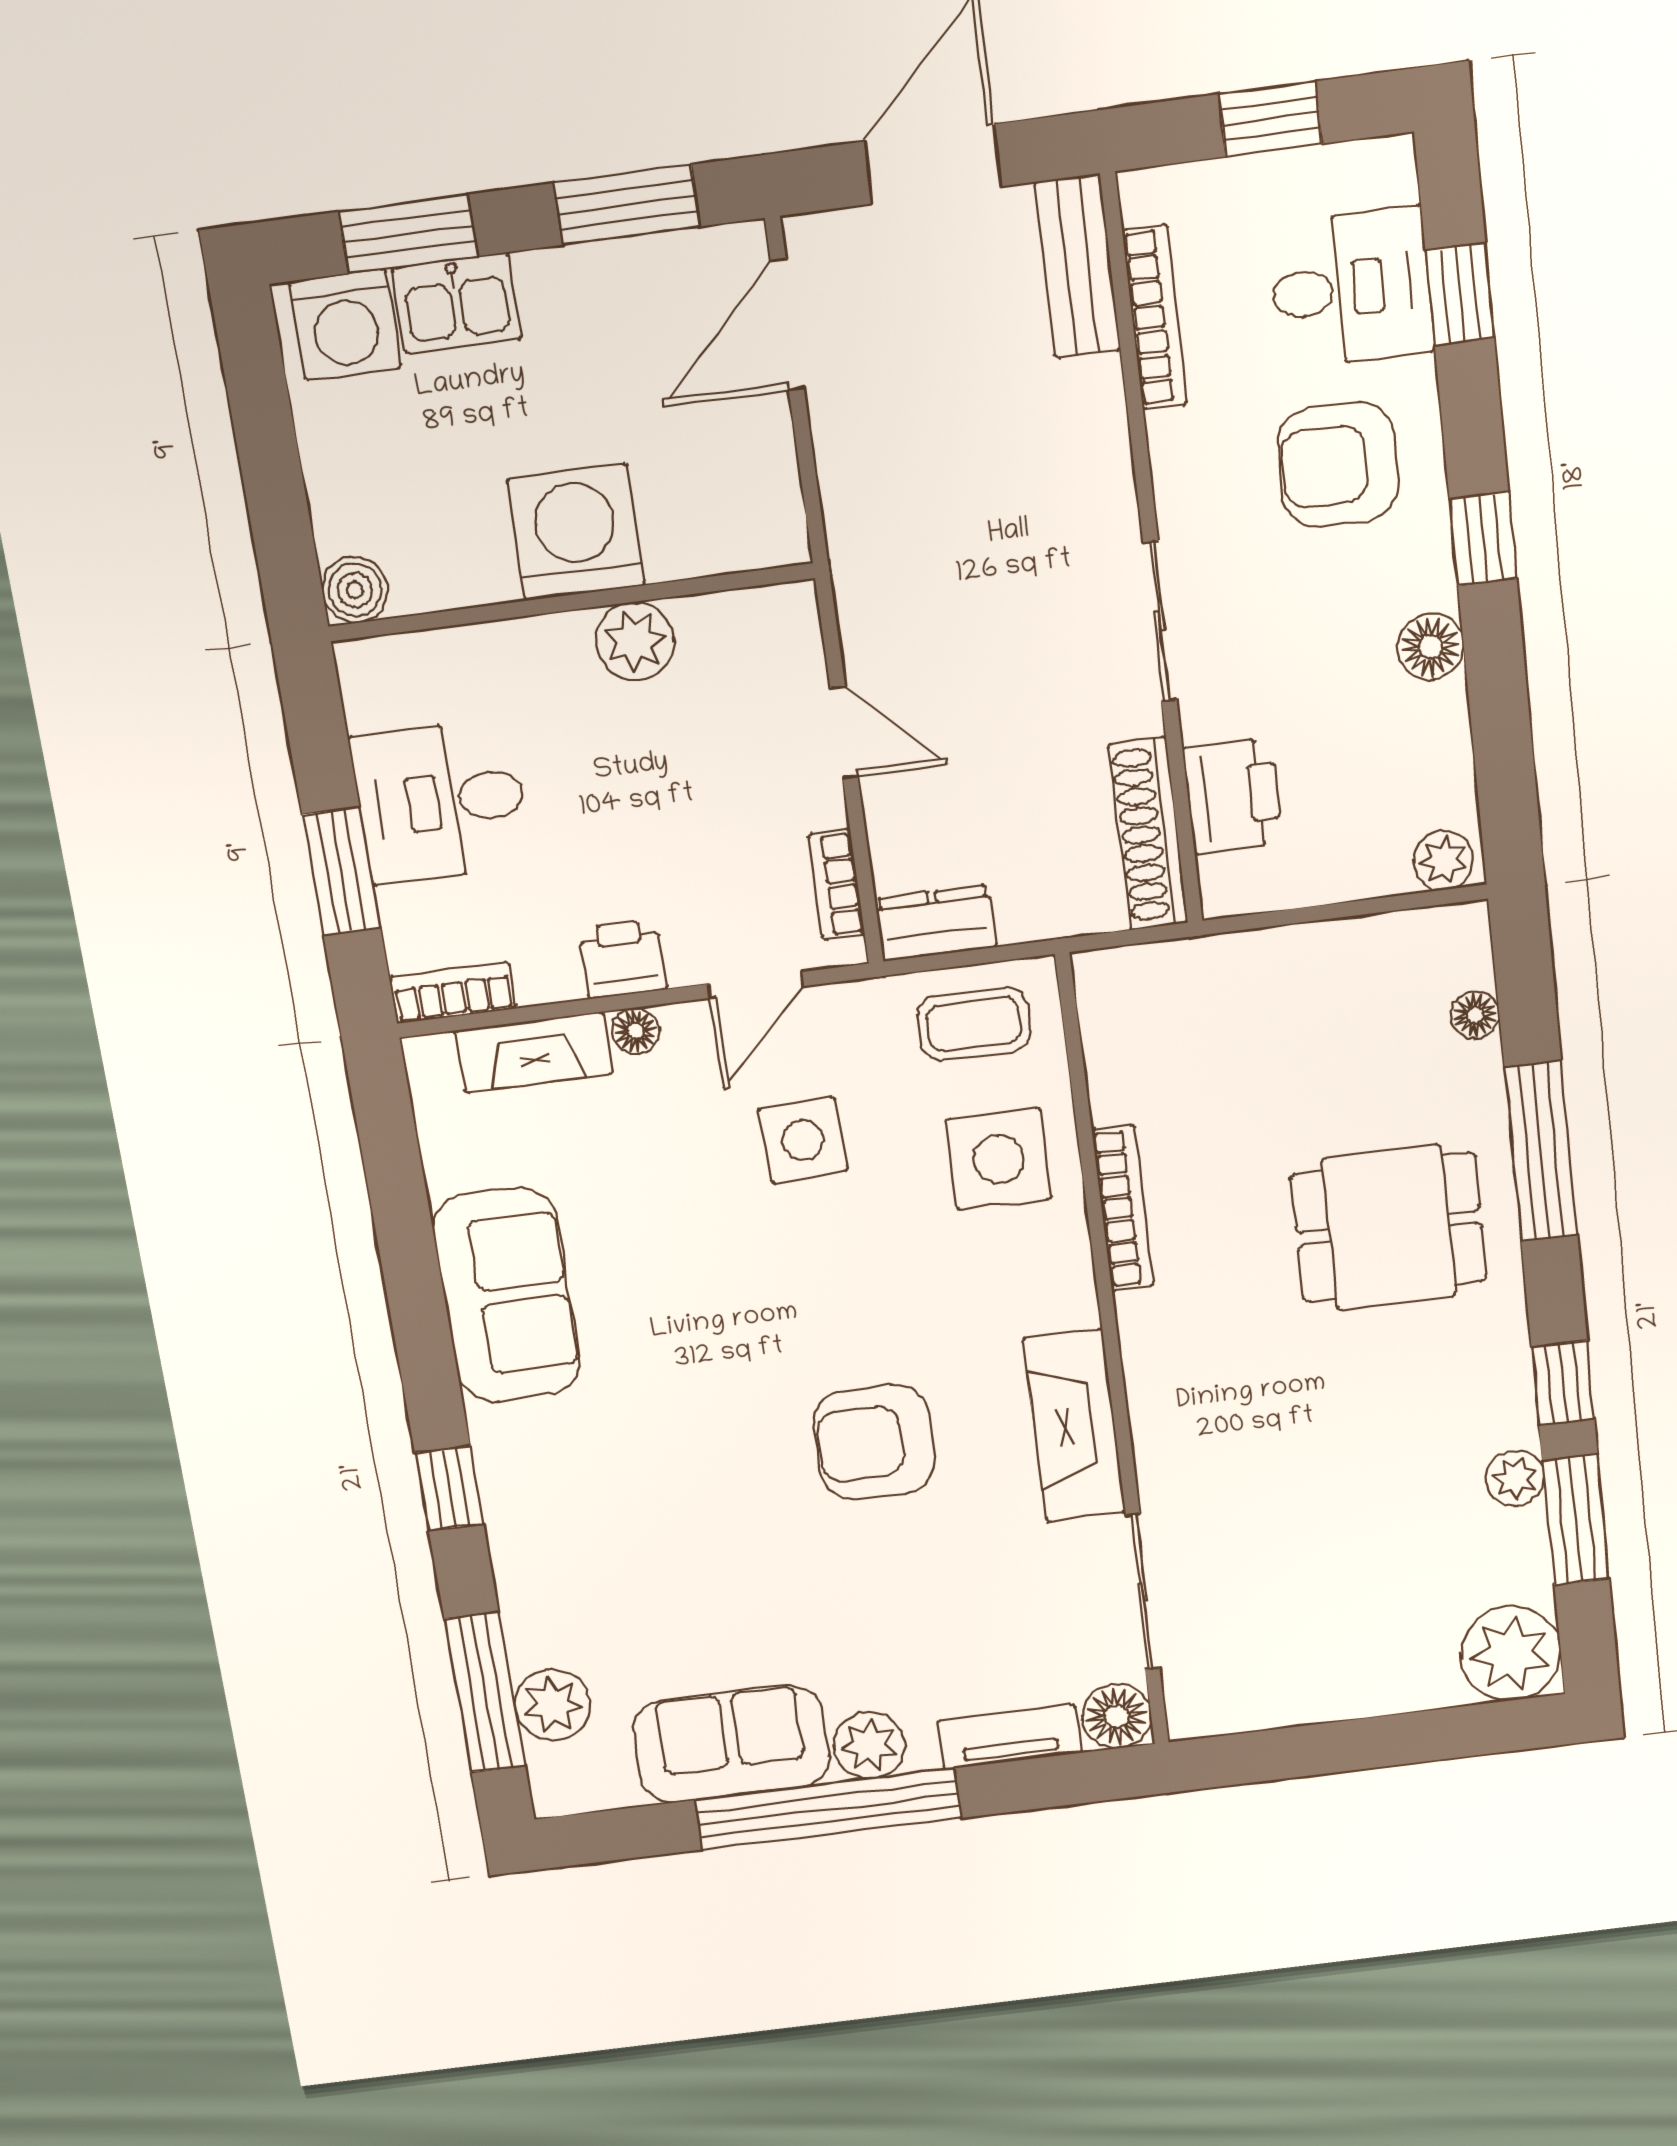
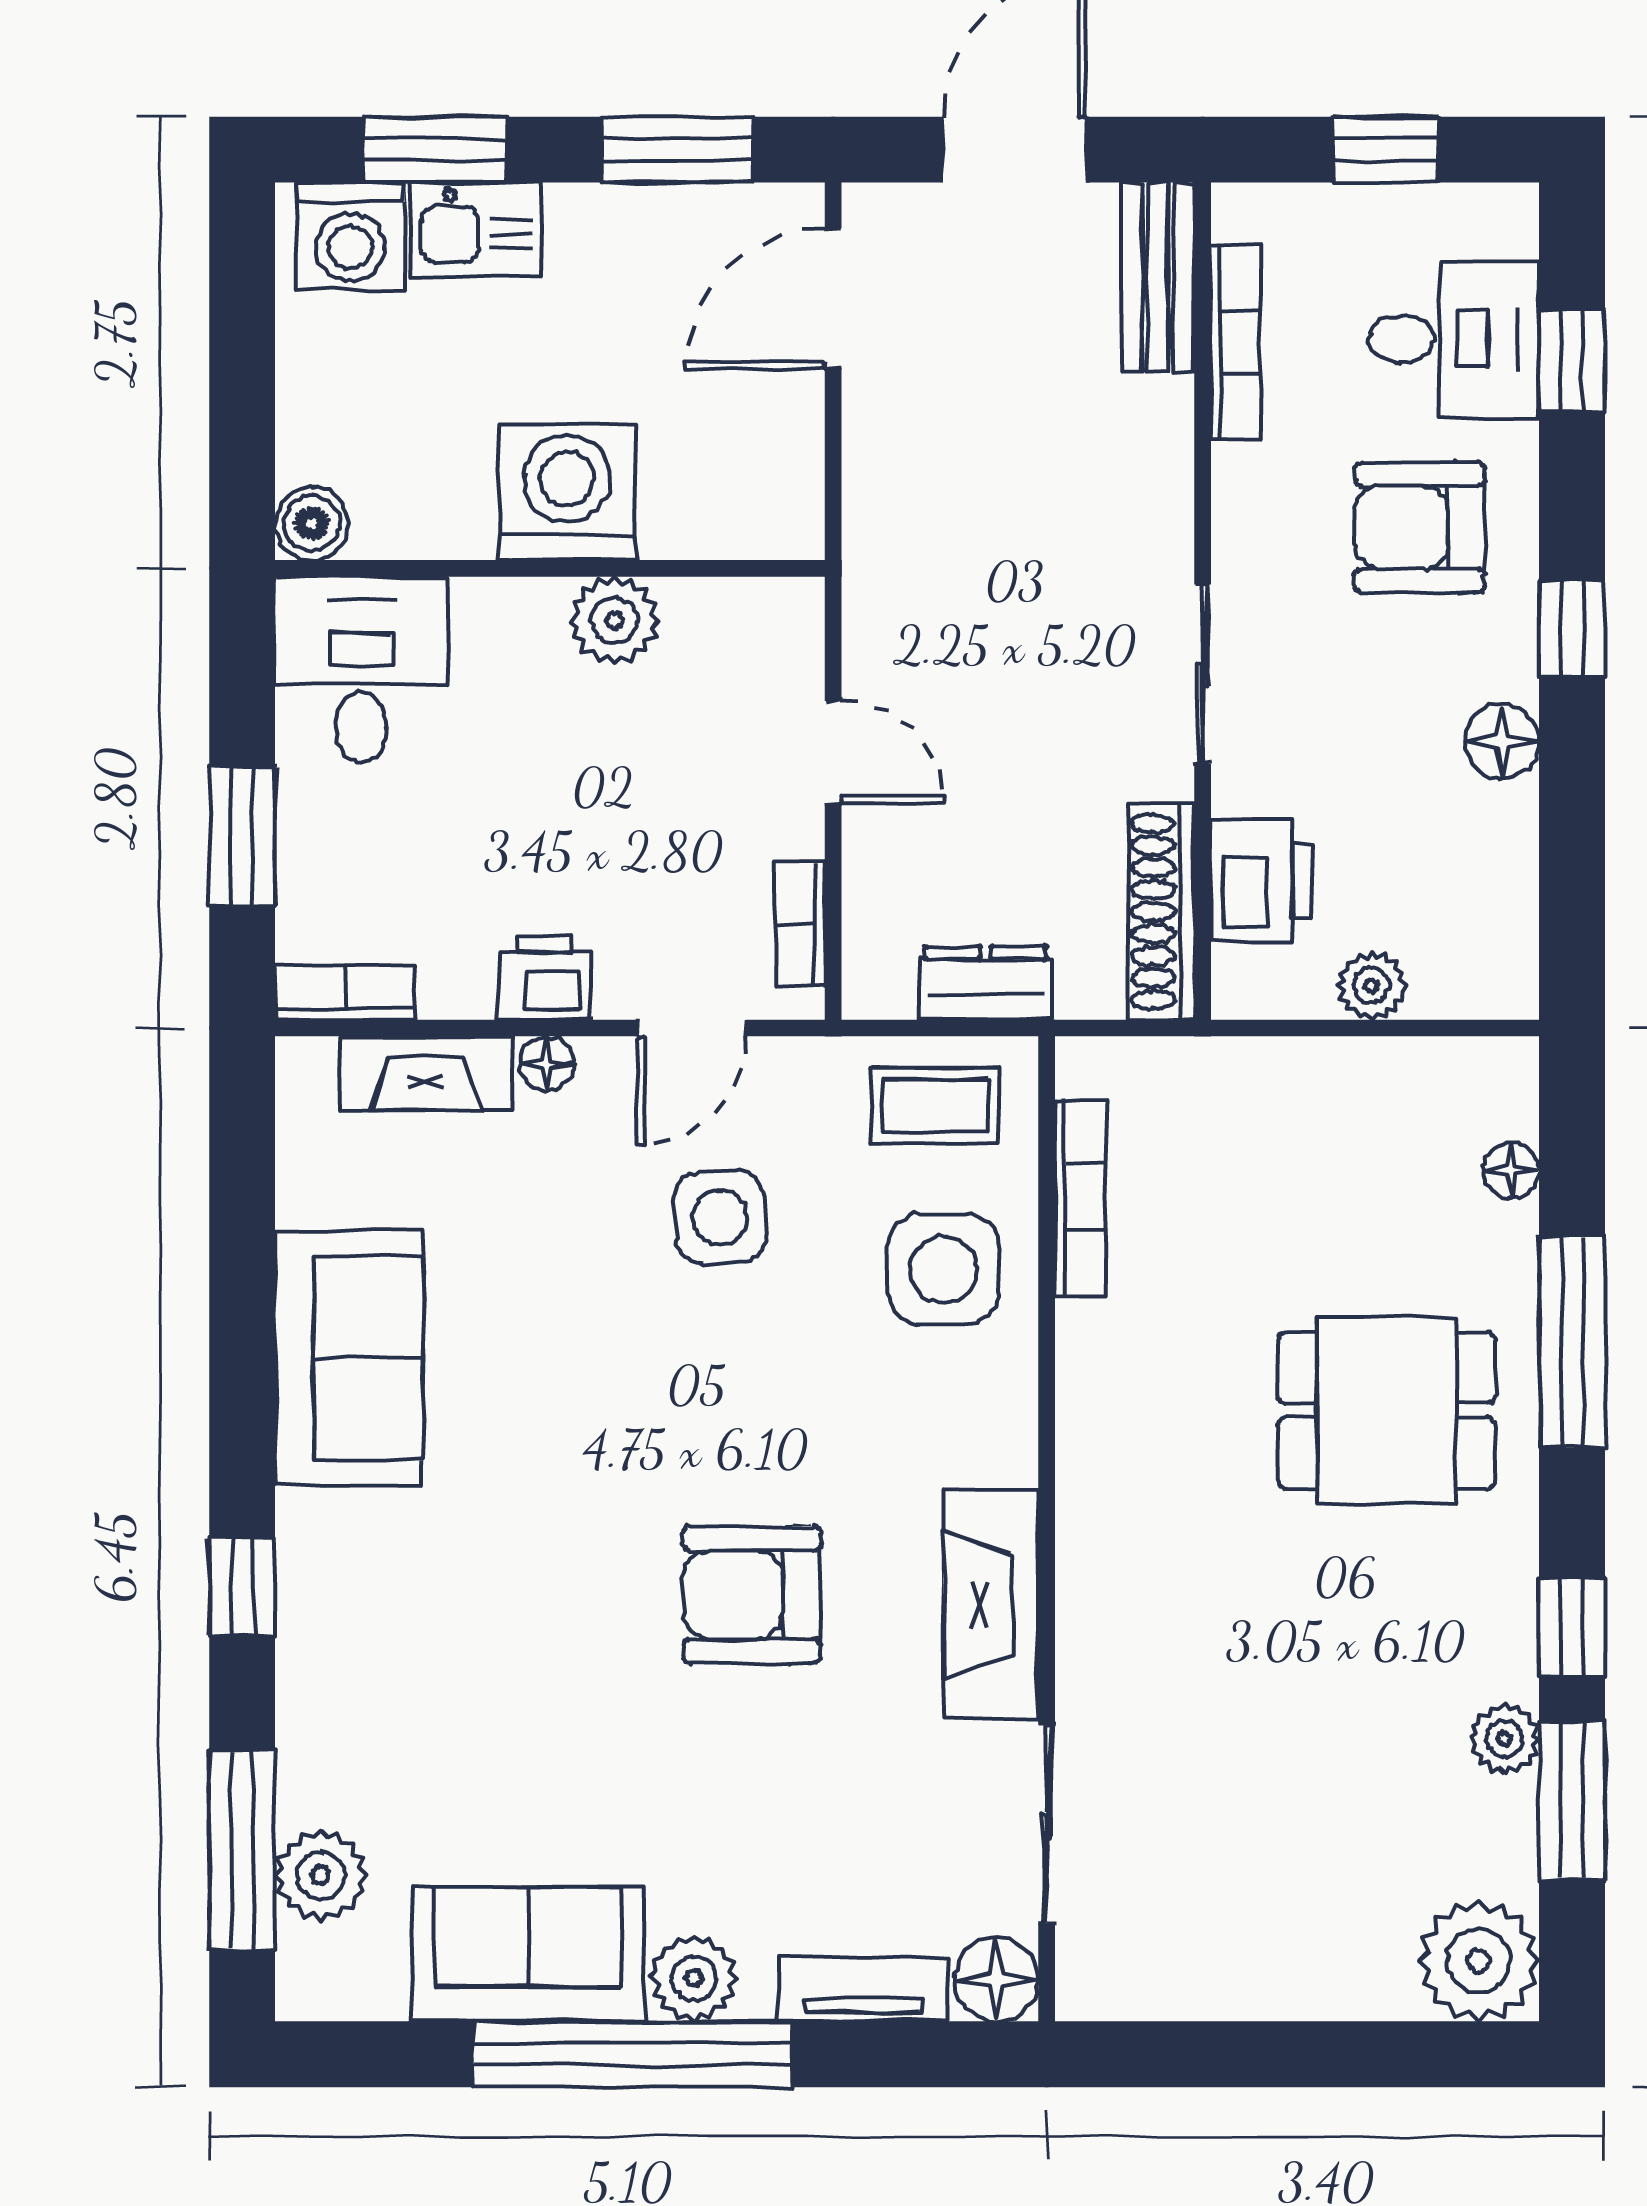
desk: (441, 802) -> (361, 669), moved, turned 90
plant: (1443, 860) -> (1372, 986), moved
dresser: (936, 923) -> (986, 983), moved
bookcase: (1123, 1208) -> (1080, 1198), moved

